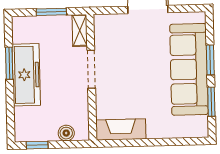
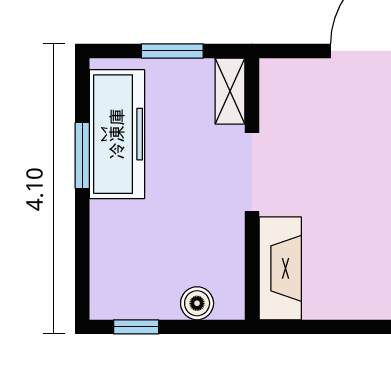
freezer: (26, 75) -> (117, 134), moved
fireplace: (121, 129) -> (280, 268), moved, turned 90

